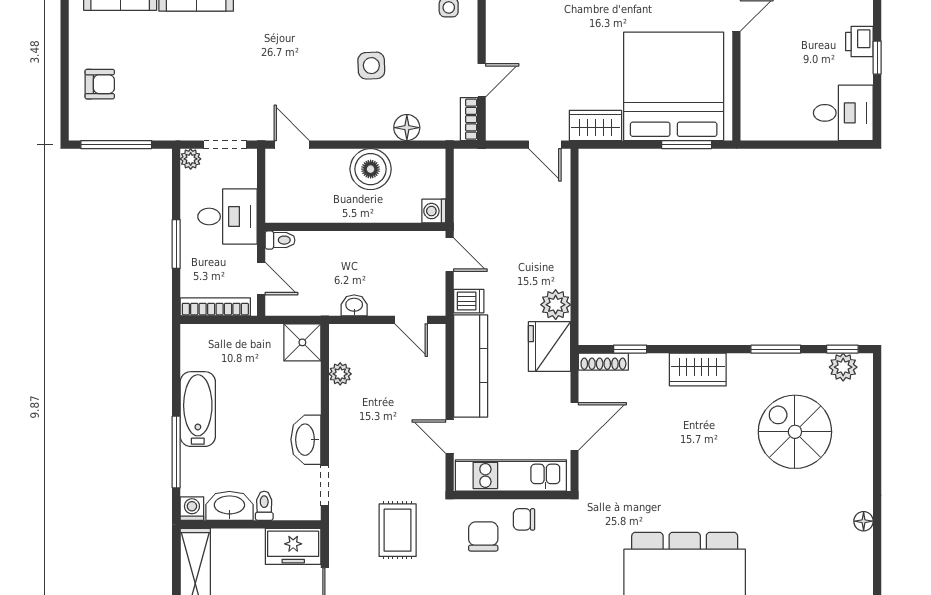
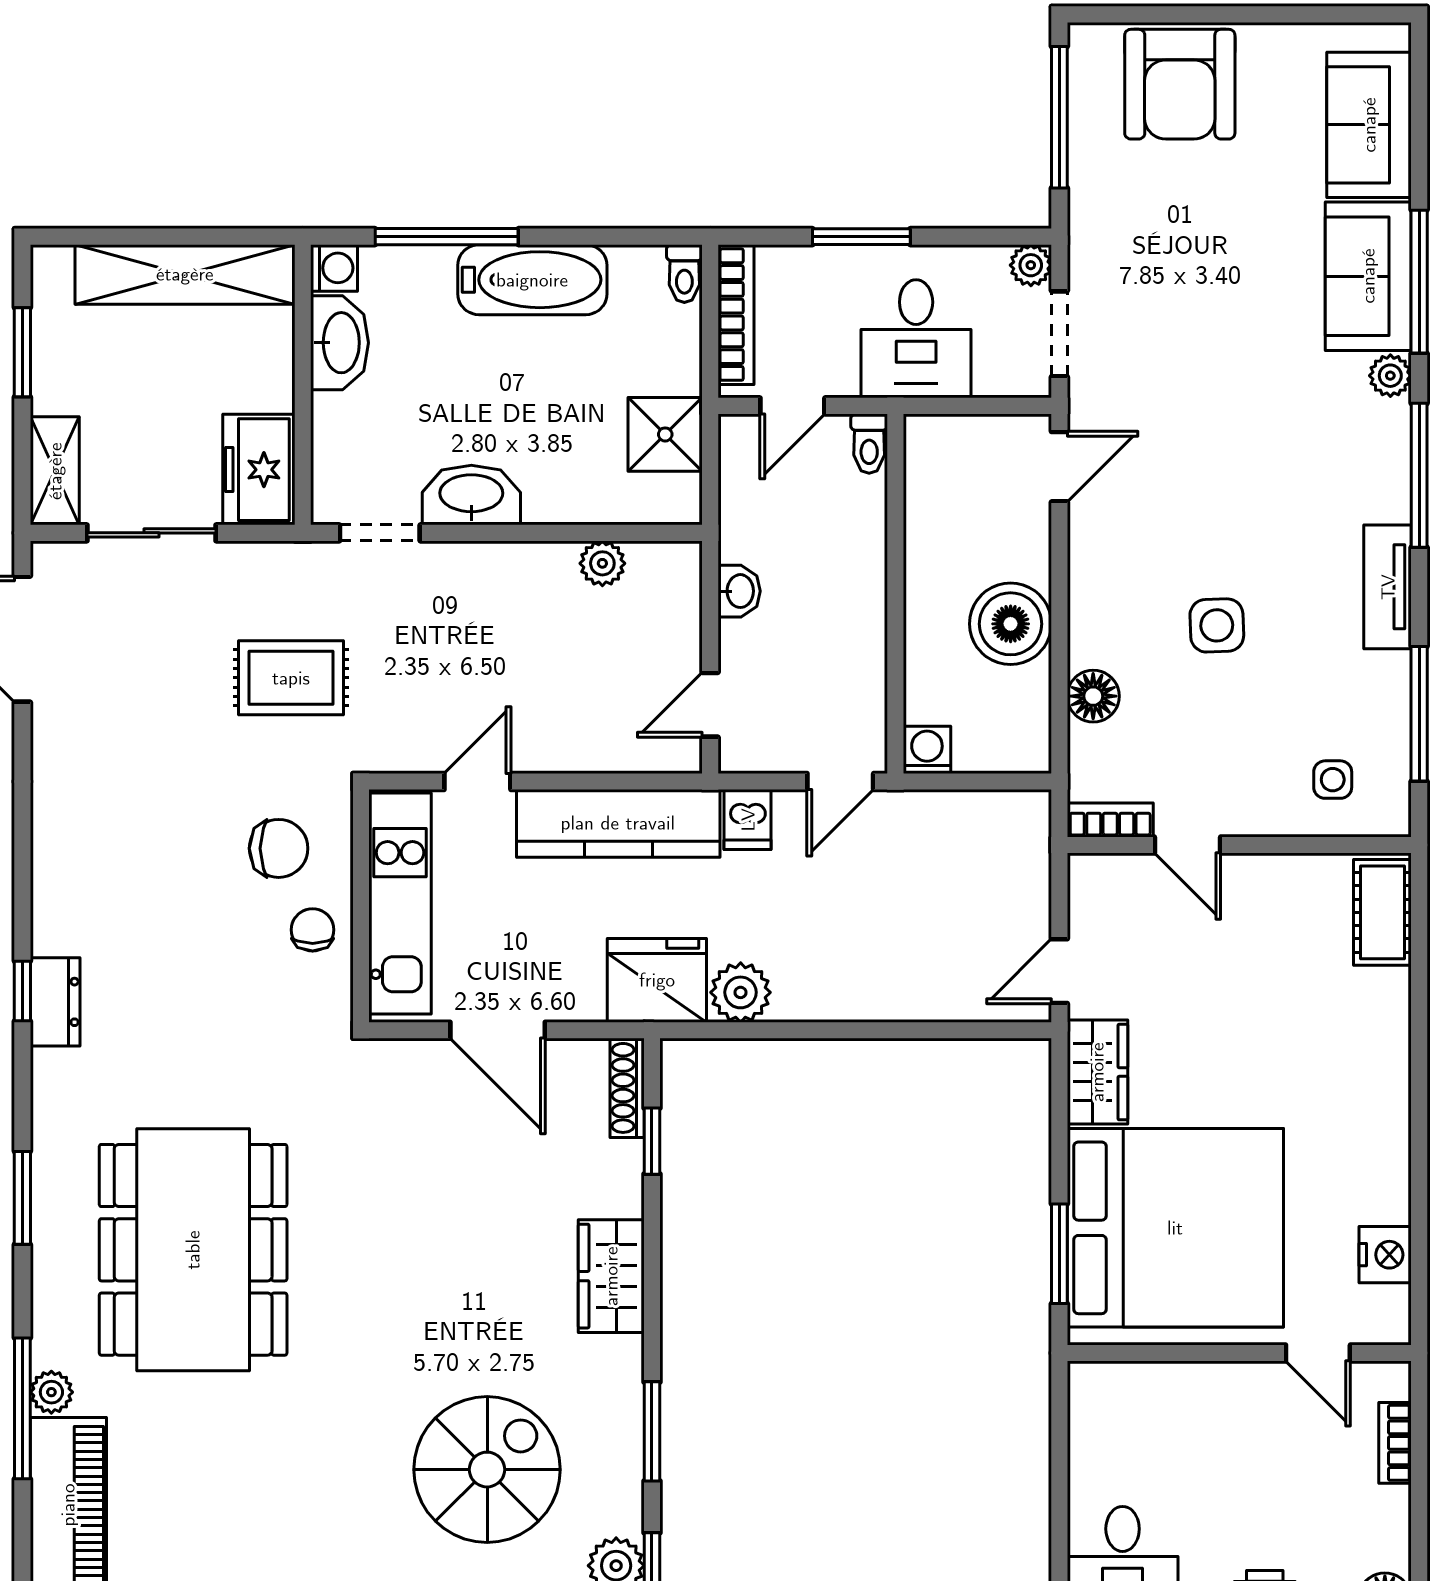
armchair: (100, 84) -> (1180, 84), width x1.88, depth x1.88
shower: (302, 342) -> (665, 434), moved
toilet: (264, 506) -> (684, 274), moved, turned 90

